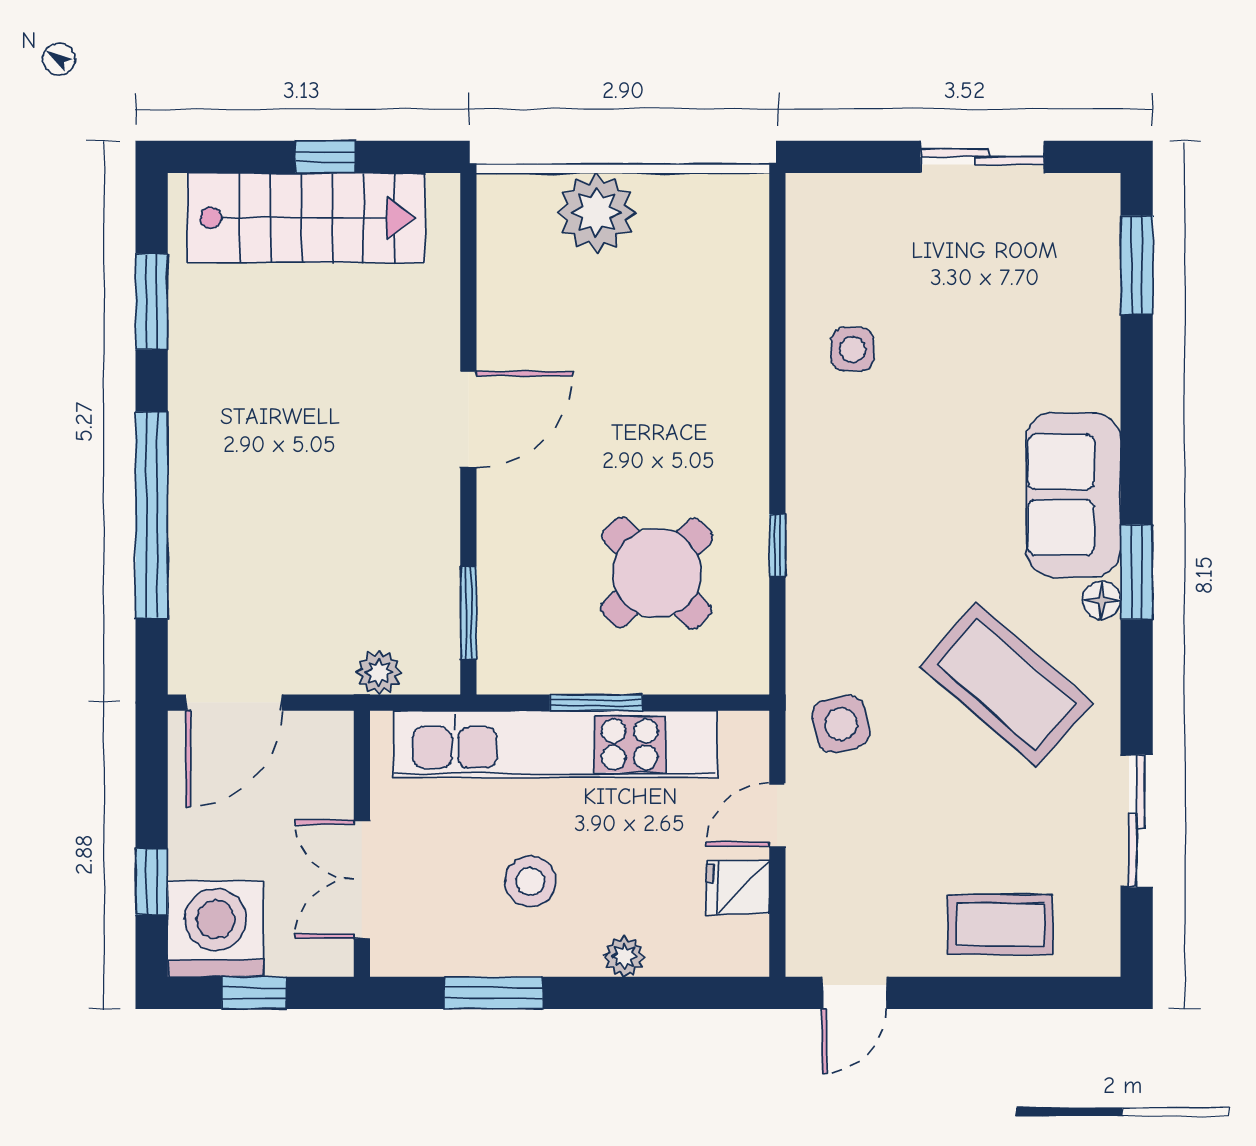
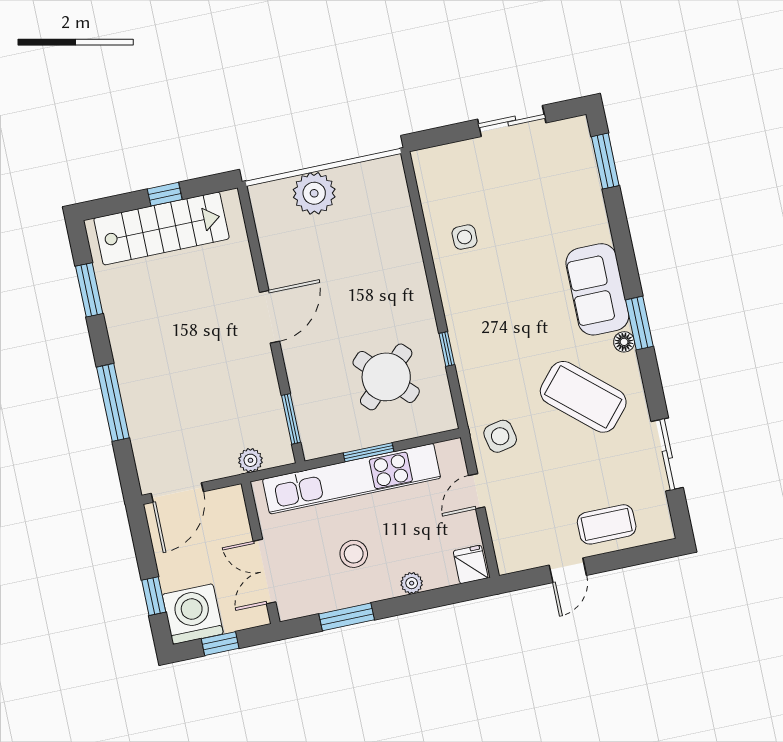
window: (152, 515) -> (113, 402), width x0.68
fridge: (738, 887) -> (471, 564), moved, turned 90
door: (854, 993) -> (568, 570), moved

